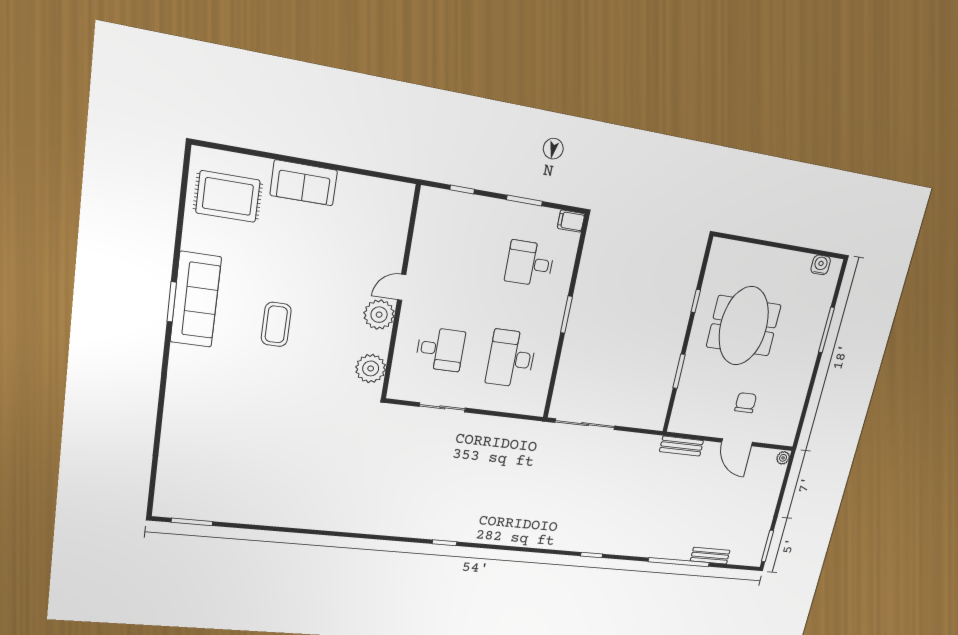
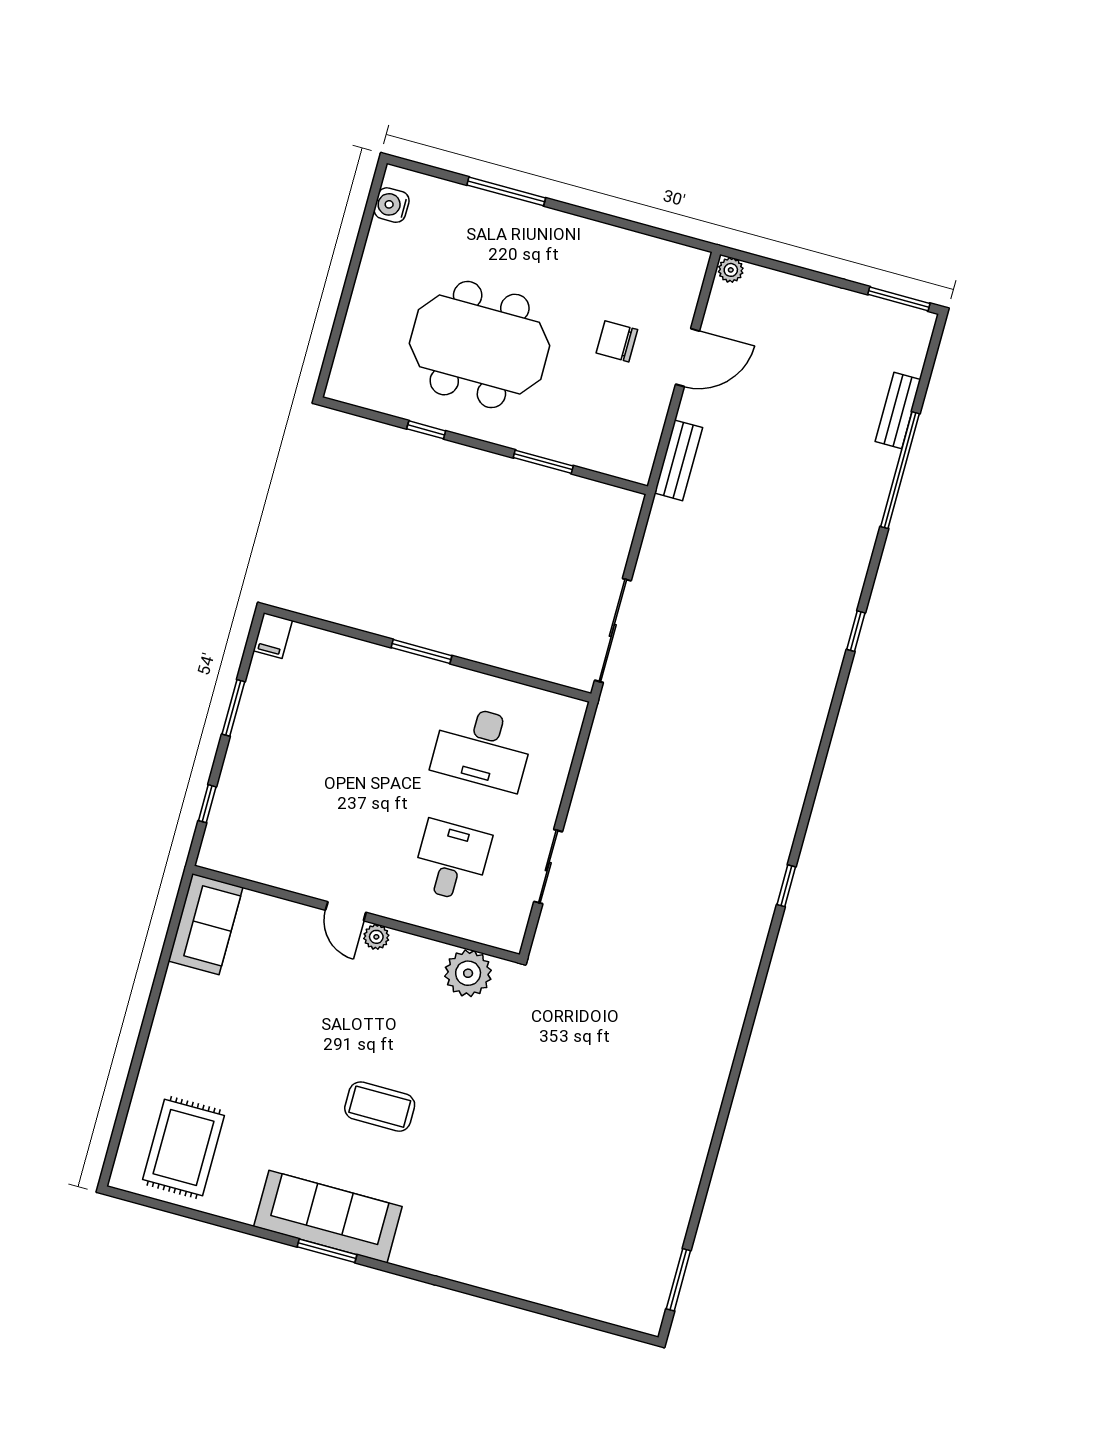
sofa: (304, 183) -> (206, 924), moved
desk: (530, 264) -> (332, 706), removed
plant: (379, 315) -> (376, 937), width x0.53, depth x0.53

